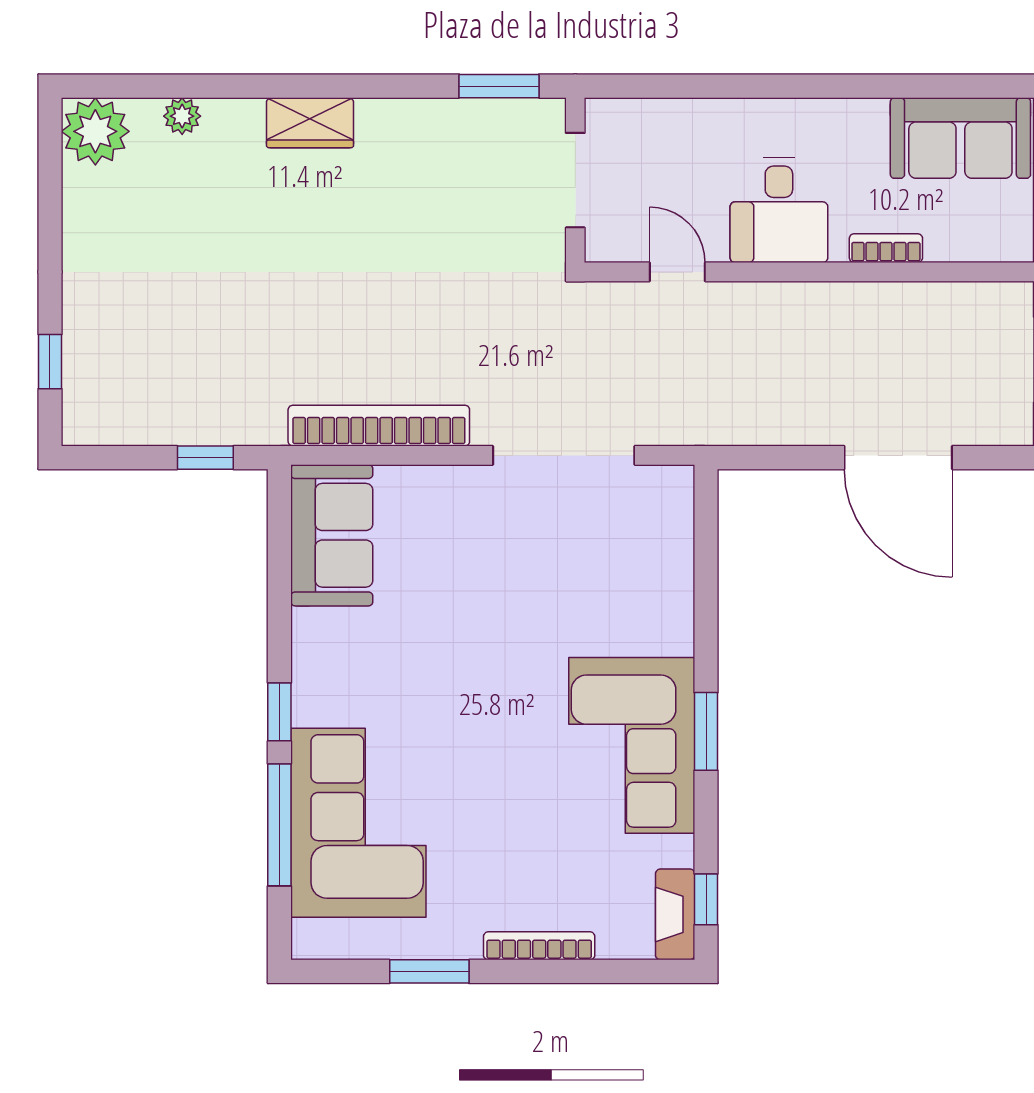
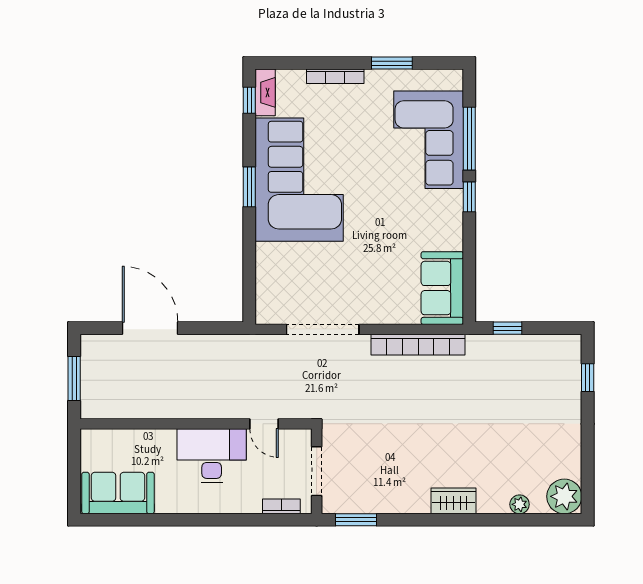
desk: (779, 210) -> (212, 456), width x1.37
bookcase: (886, 248) -> (281, 506), moved, turned 180
corner sofa: (632, 745) -> (299, 180), width x1.36, depth x1.36

